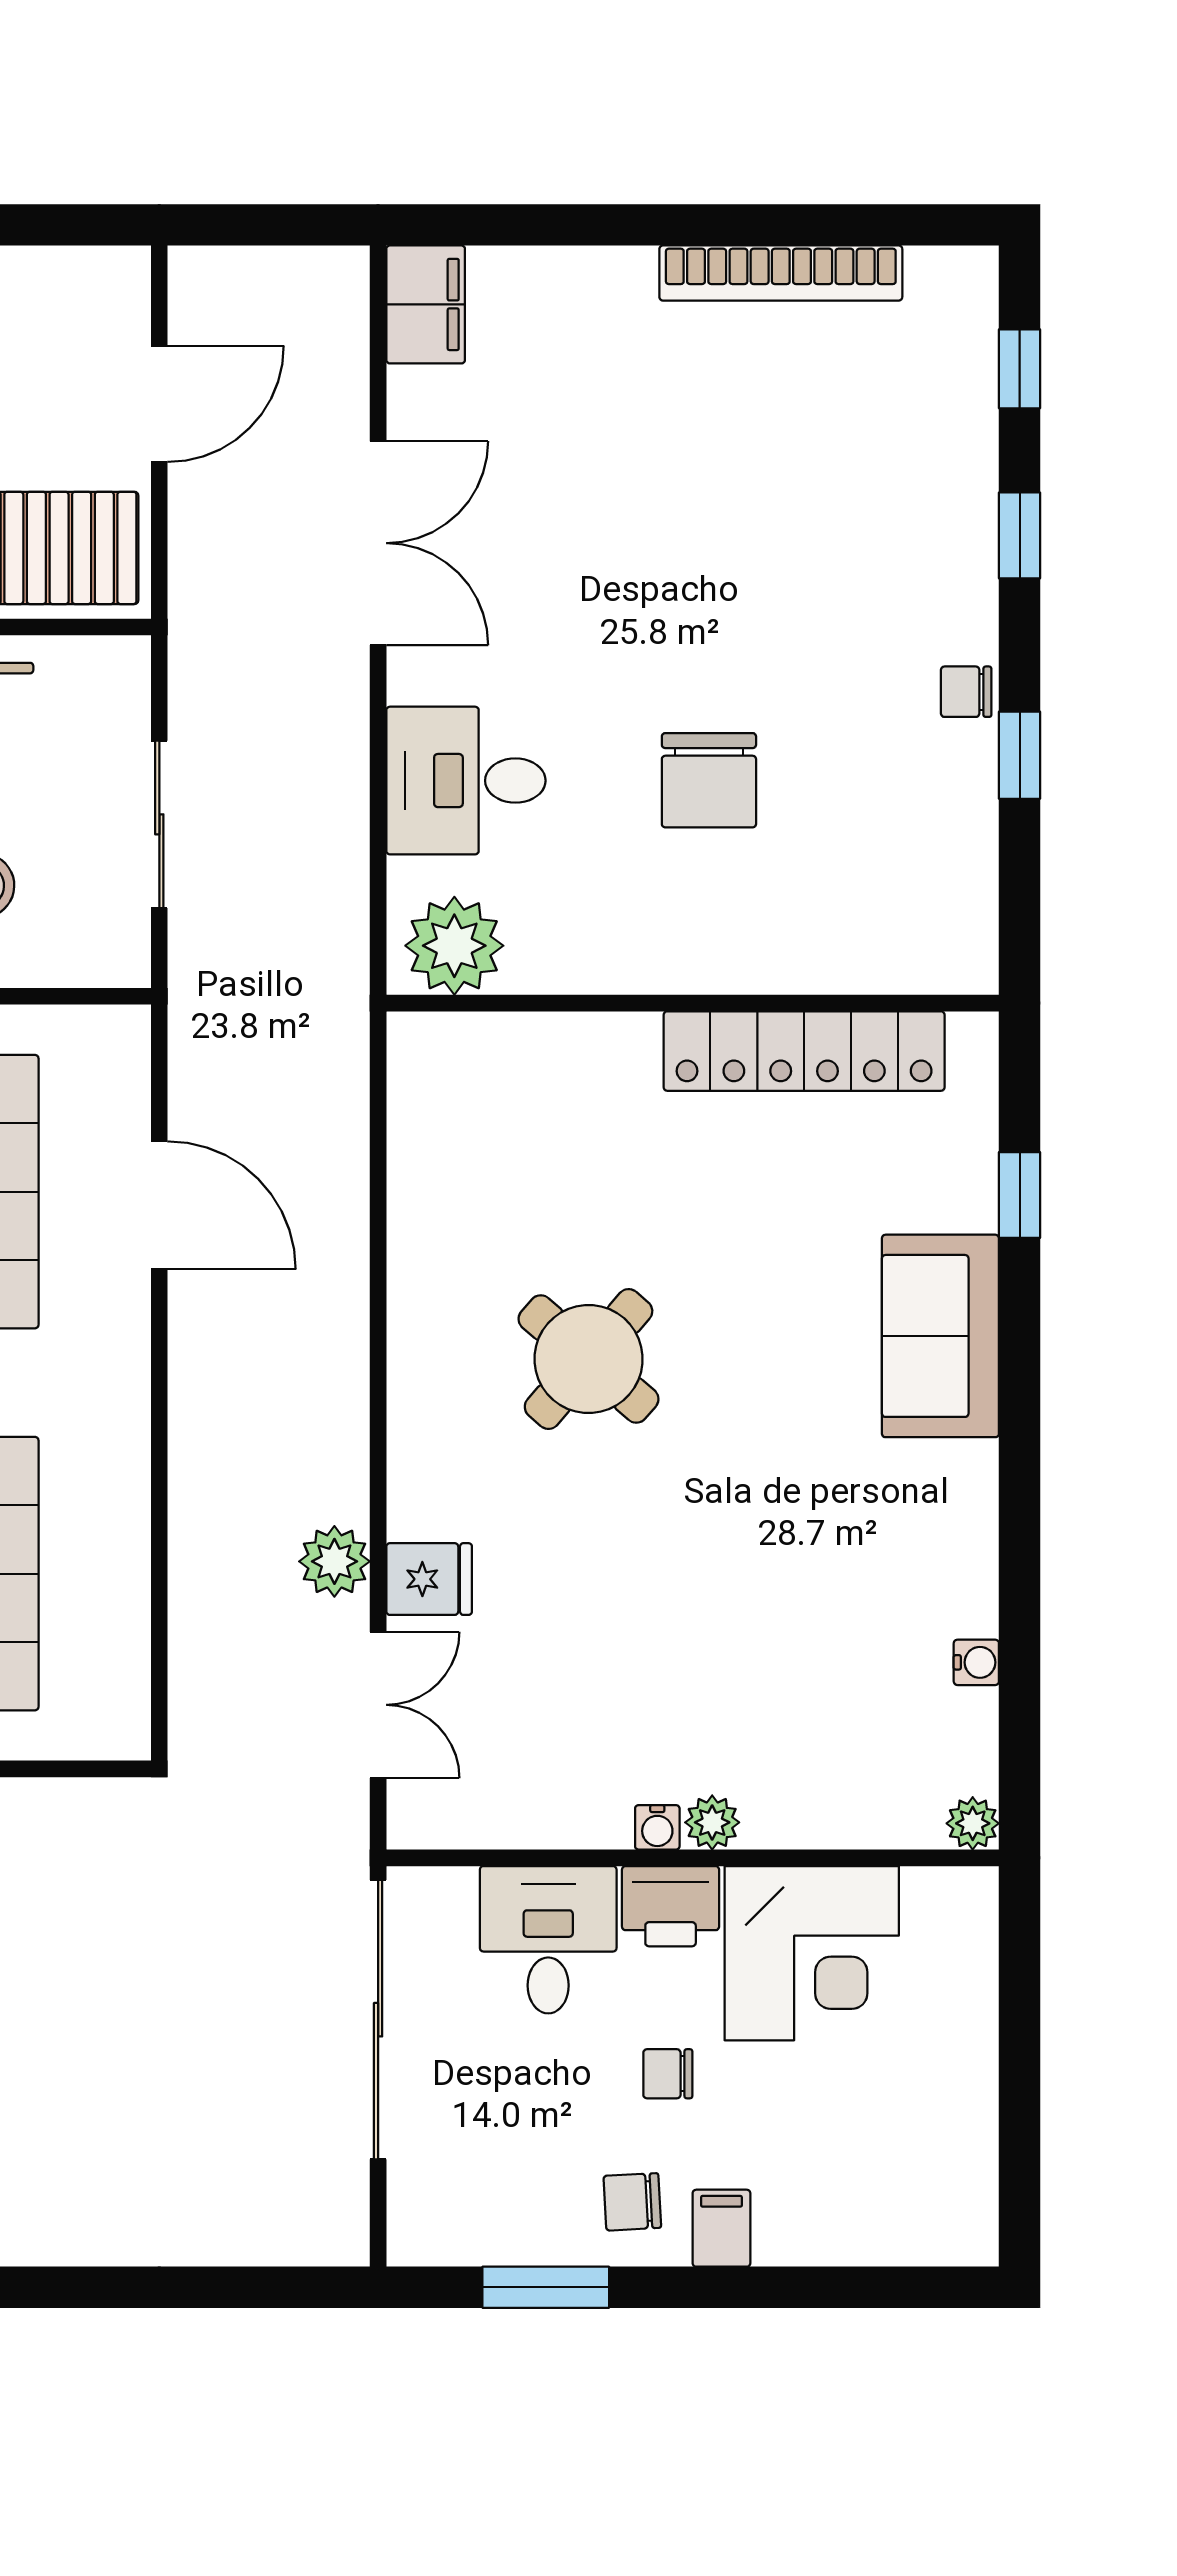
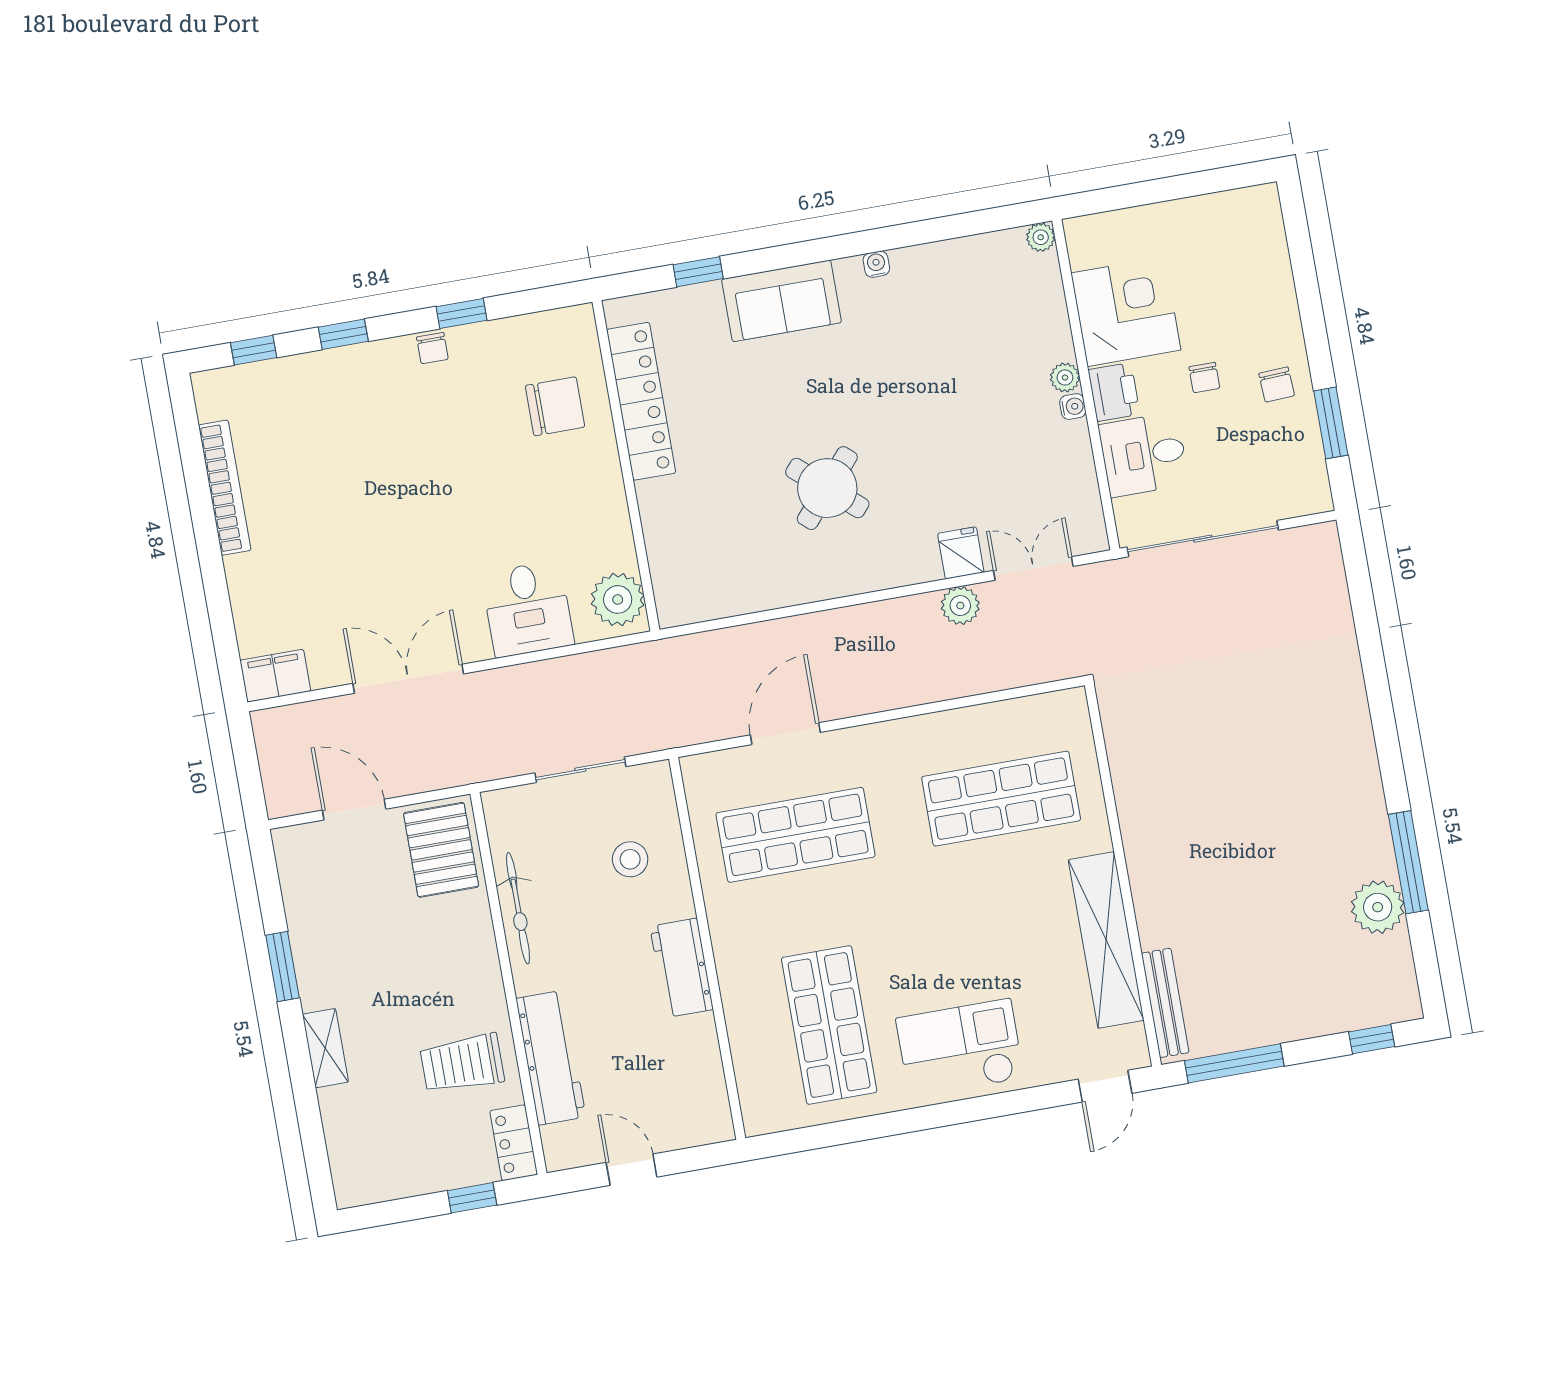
chair: (709, 780) -> (555, 406), moved
water cooler: (976, 1662) -> (876, 264), moved
filing cabinet: (721, 2228) -> (1282, 334), removed

